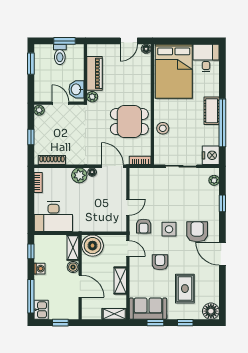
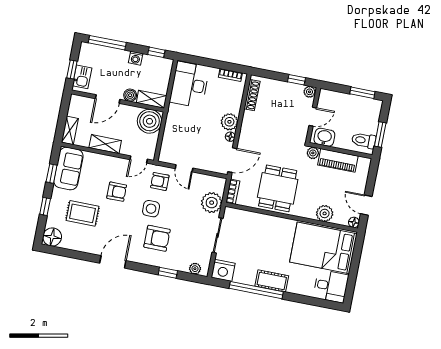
toilet: (60, 54) -> (364, 140), moved
plant: (143, 76) -> (325, 213), added
stool: (163, 128) -> (263, 224), removed
window: (31, 137) -> (296, 80), moved
plant: (153, 177) -> (212, 203), added
armchair: (197, 232) -> (157, 238), moved
kitchen sink: (41, 310) -> (82, 77), moved, turned -90

